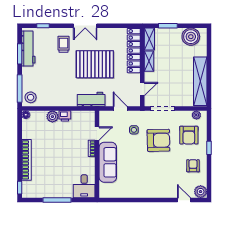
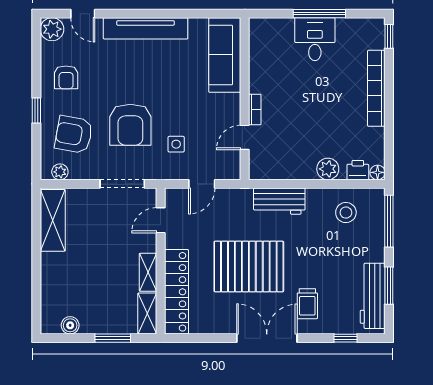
double door: (85, 26) -> (267, 338), width x1.37
boiler: (191, 37) -> (70, 325), width x0.54, depth x0.54
shelving: (200, 81) -> (53, 220), width x0.68
stool: (31, 97) -> (346, 213), moved
workbench: (91, 99) -> (279, 201), moved
door: (120, 109) -> (202, 184), hinge flipped
printer: (65, 116) -> (358, 170), moved
armchair: (189, 135) -> (74, 134), turned -80
armchair: (158, 140) -> (130, 125), turned -89
sofa: (108, 162) -> (225, 55), moved
desk: (84, 186) -> (315, 39), moved
tv unit: (150, 192) -> (146, 28), added

